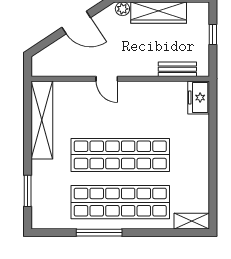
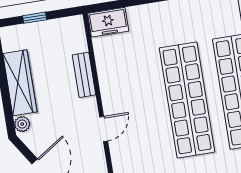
bench: (177, 69) -> (84, 75), moved

